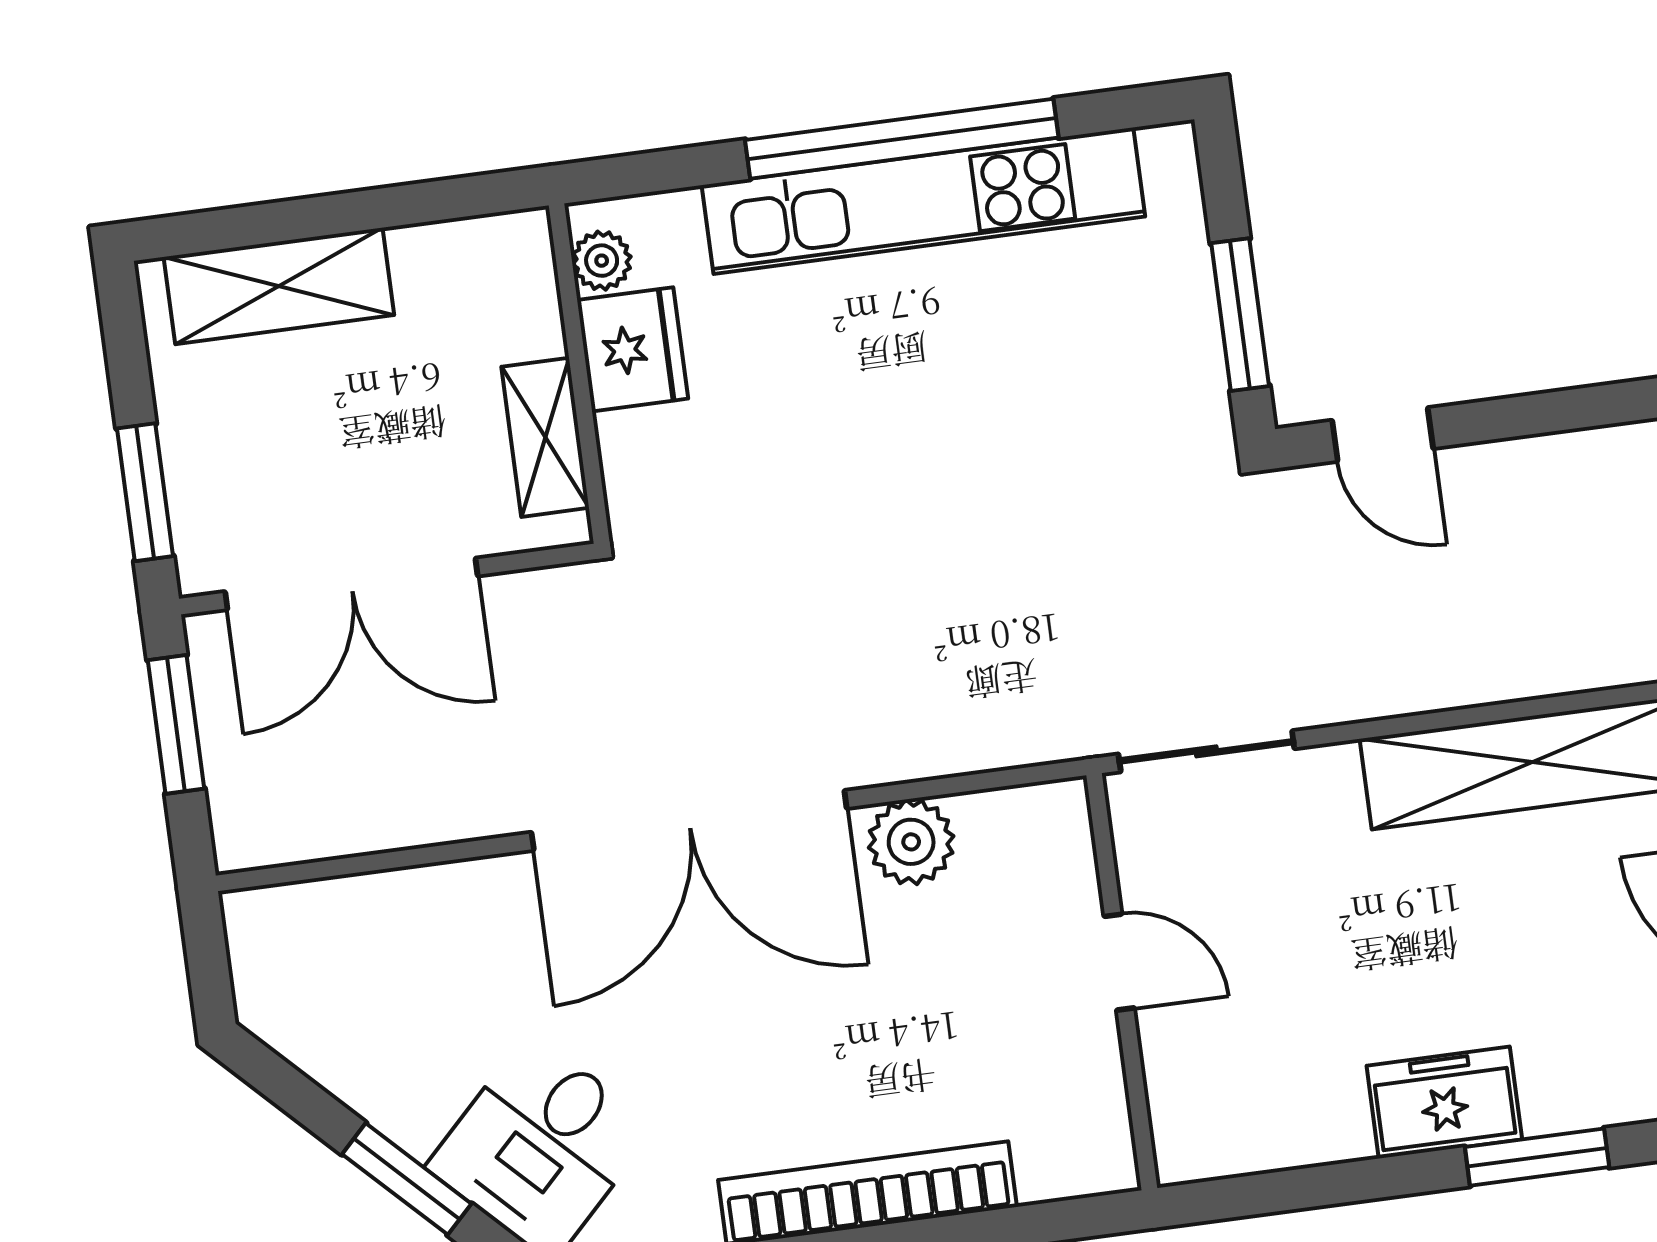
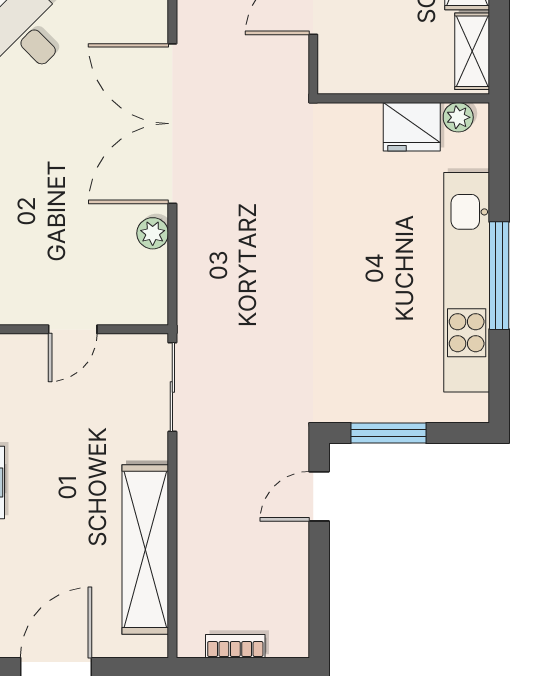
window: (902, 139) -> (499, 276), width x0.68
shelving: (545, 437) -> (472, 51), moved, turned 90
plant: (911, 842) -> (153, 233), width x0.73, depth x0.73

